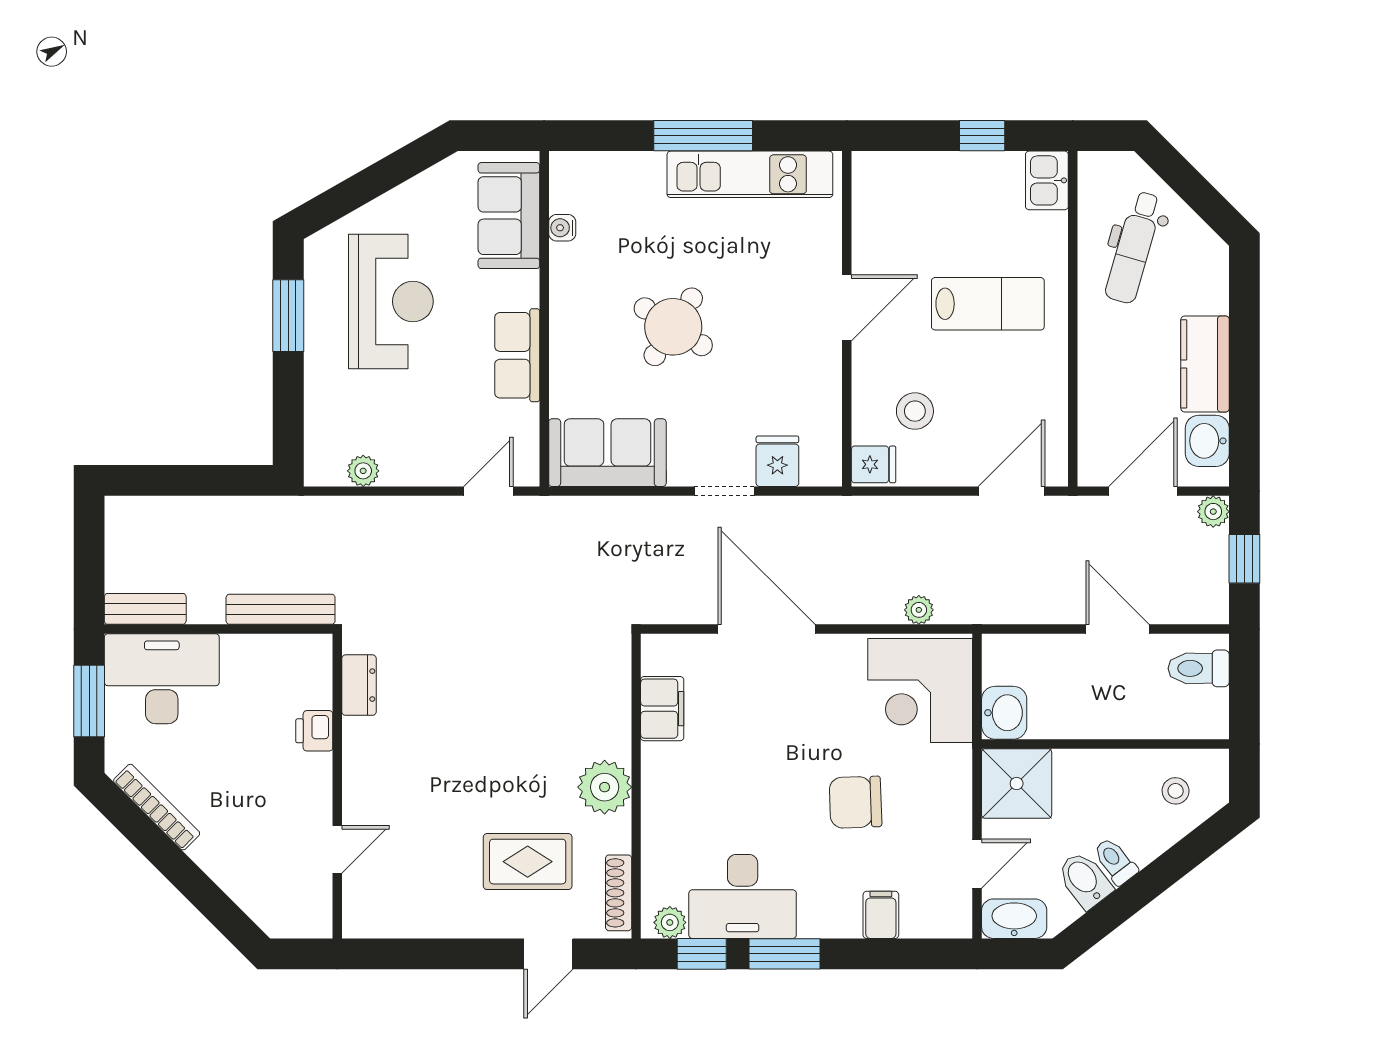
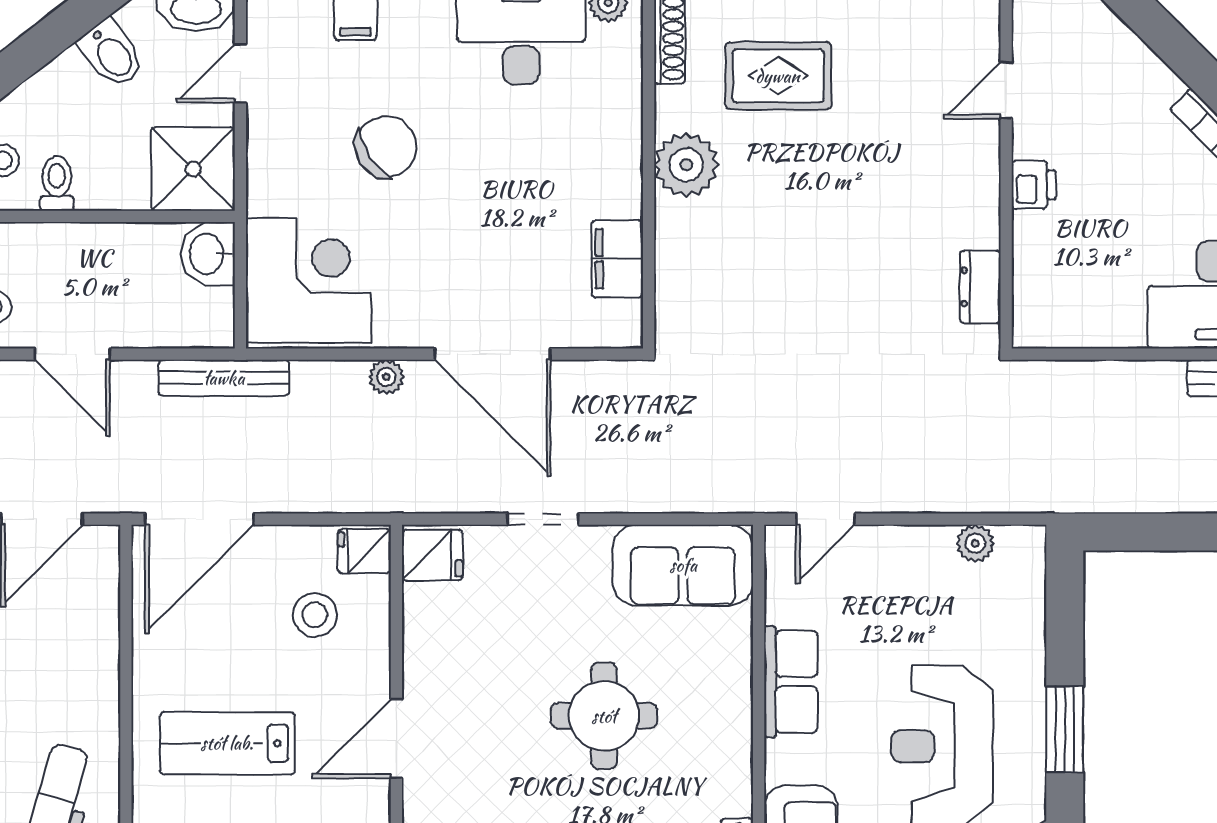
round table: (673, 327) -> (604, 716), turned -33
fridge: (777, 461) -> (432, 555), moved, turned -90
door: (1011, 491) -> (199, 519), width x1.36
bench: (281, 609) -> (224, 378), moved
plant: (919, 610) -> (386, 377), moved
printer: (314, 731) -> (1034, 185), moved
chair: (856, 802) -> (386, 147), turned -31
toilet: (1115, 861) -> (57, 184), moved, turned -142

